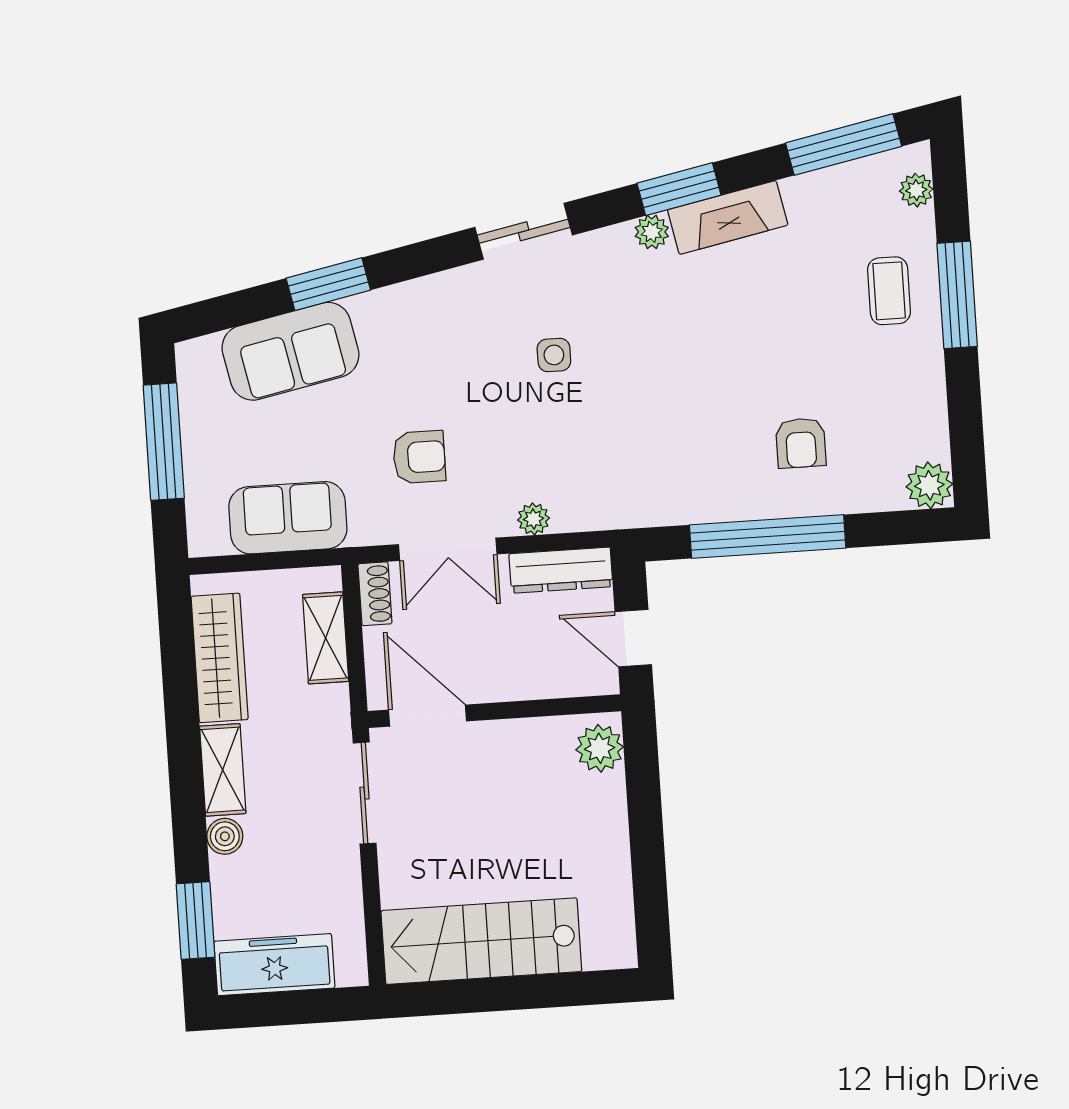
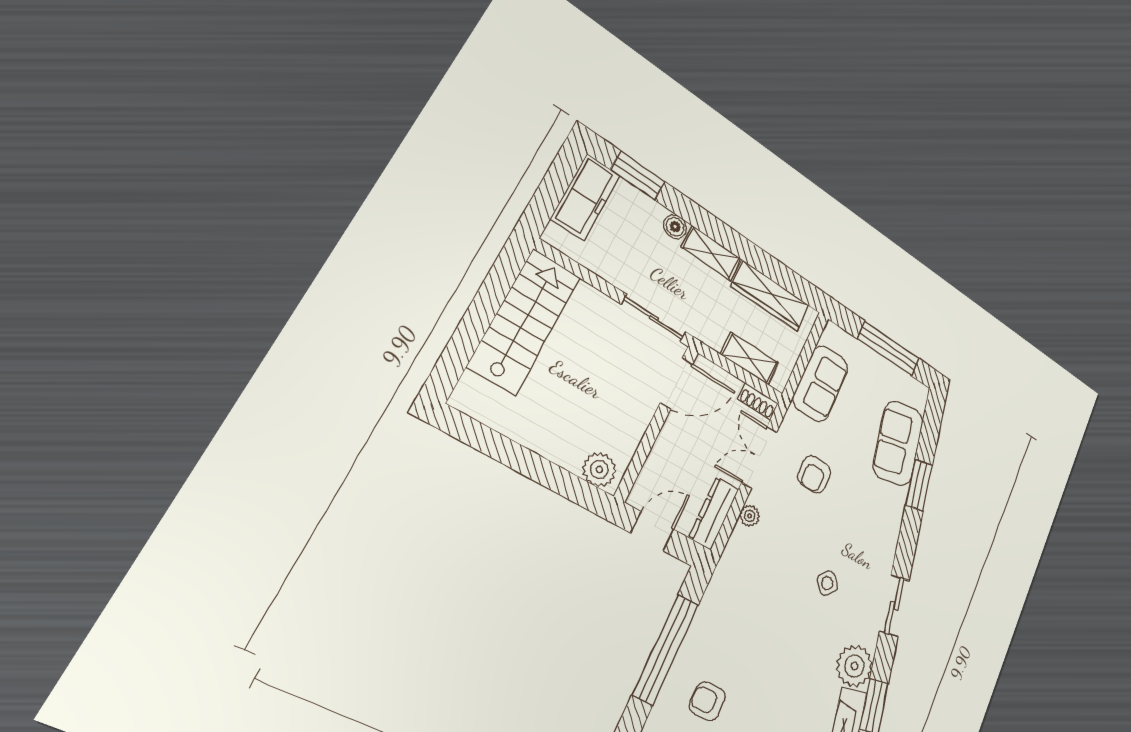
plant: (652, 232) -> (854, 666), width x1.88, depth x1.88
side table: (554, 355) -> (827, 583), turned 45

